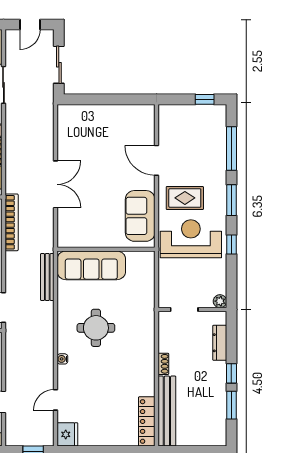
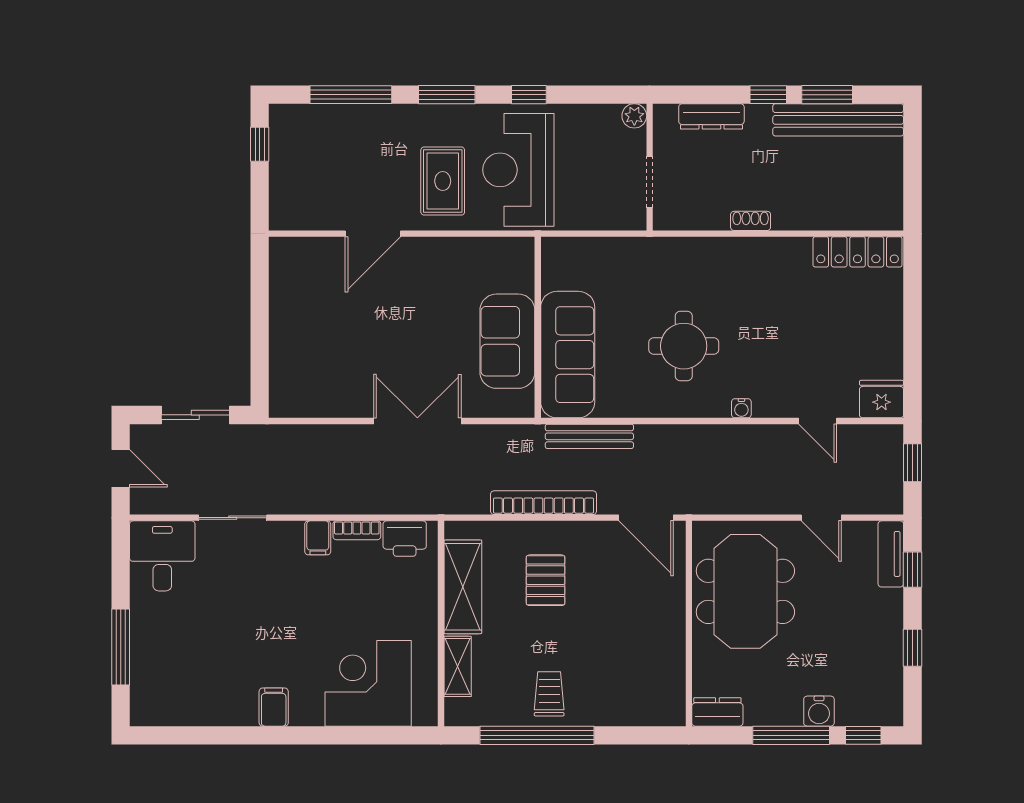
sofa: (140, 216) -> (507, 341), moved, turned 90
bookcase: (12, 222) -> (544, 503), moved
bench: (167, 411) -> (838, 120), moved

